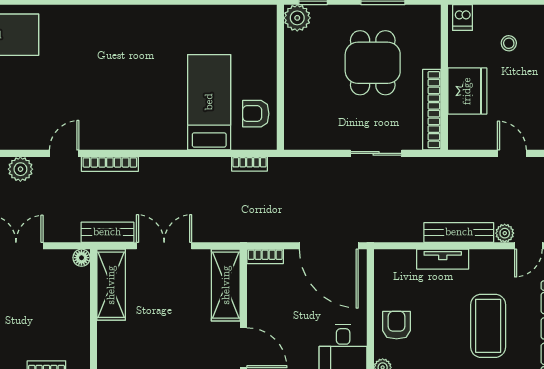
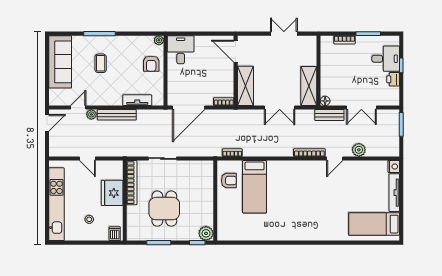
bench: (107, 232) -> (329, 115), moved
door: (329, 246) -> (189, 108), swing flipped
tv unit: (443, 259) -> (137, 100), moved
coffee table: (488, 326) -> (101, 63), width x0.54, depth x0.58

